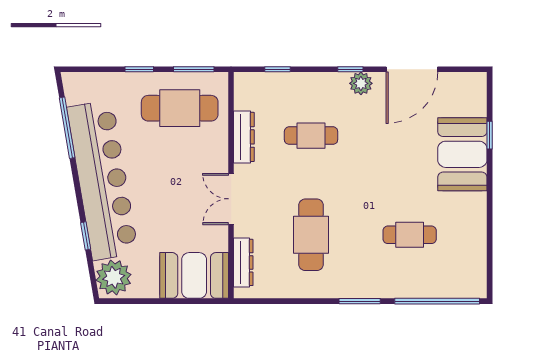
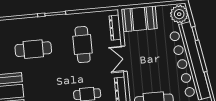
double door: (231, 199) -> (124, 59), swing flipped
cafe table: (410, 235) -> (33, 49), width x1.37, depth x1.35

